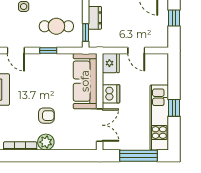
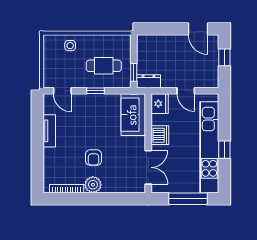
dresser: (95, 18) -> (149, 81), moved, turned -90
sofa: (85, 81) -> (133, 115), width x0.73
armchair: (46, 116) -> (94, 158), turned 90
kitchen unit: (159, 117) -> (209, 147), width x1.36

